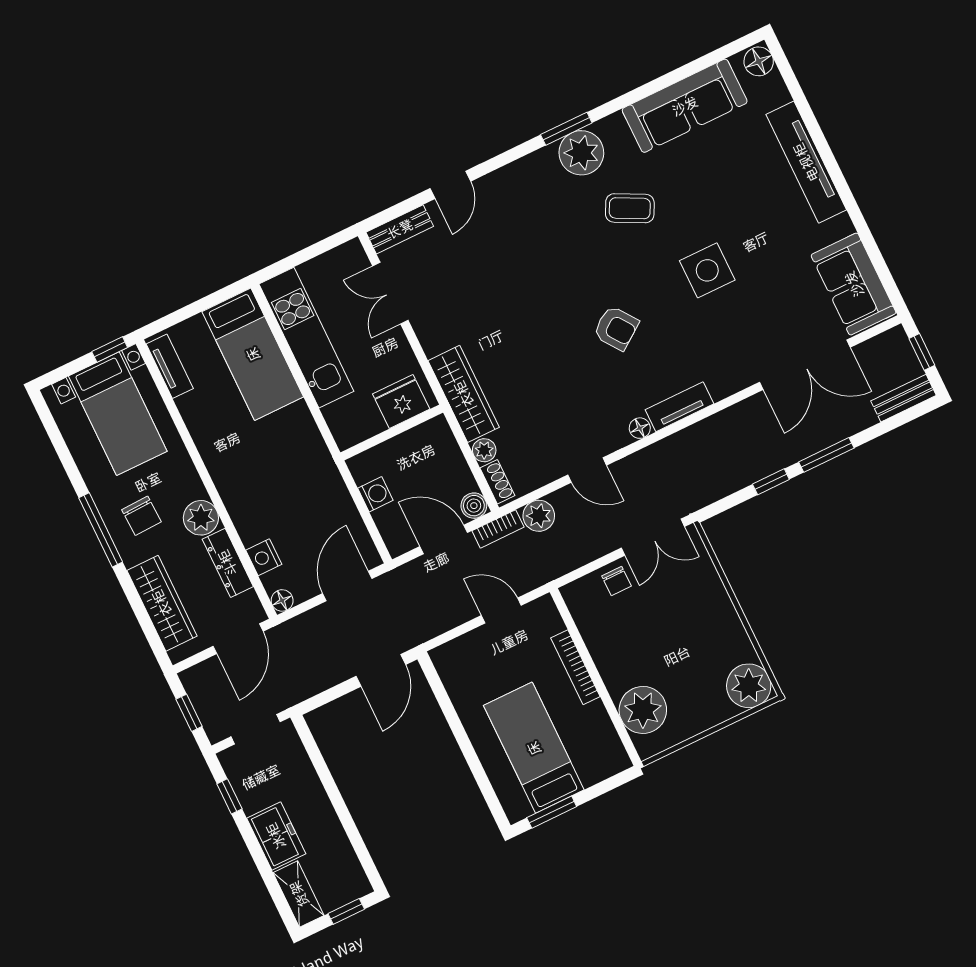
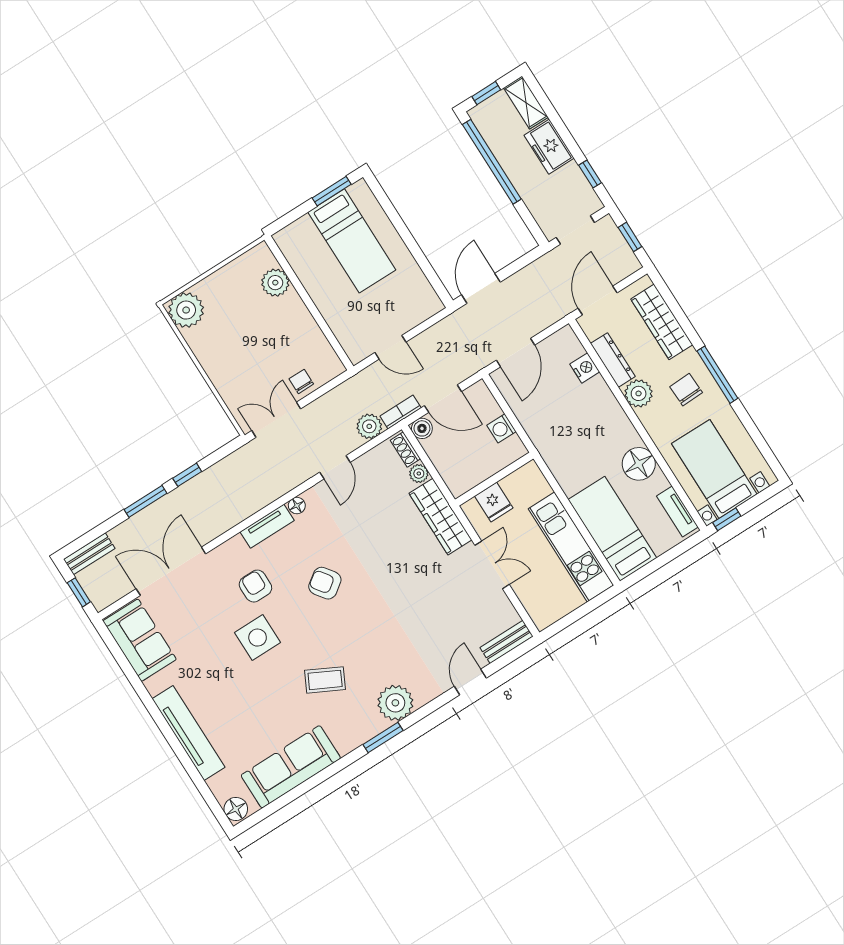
plant: (581, 153) -> (395, 703), moved
double door: (390, 293) -> (492, 565), moved
armchair: (702, 334) -> (255, 586), added
fridge: (401, 402) -> (494, 502), width x0.72
door: (587, 470) -> (335, 467), swing flipped
floor lamp: (282, 600) -> (639, 464), moved, width x1.89, depth x1.89
bookcase: (575, 667) -> (326, 309), removed
plant: (643, 710) -> (275, 283), width x0.73, depth x0.73
window: (349, 826) -> (492, 162), added

